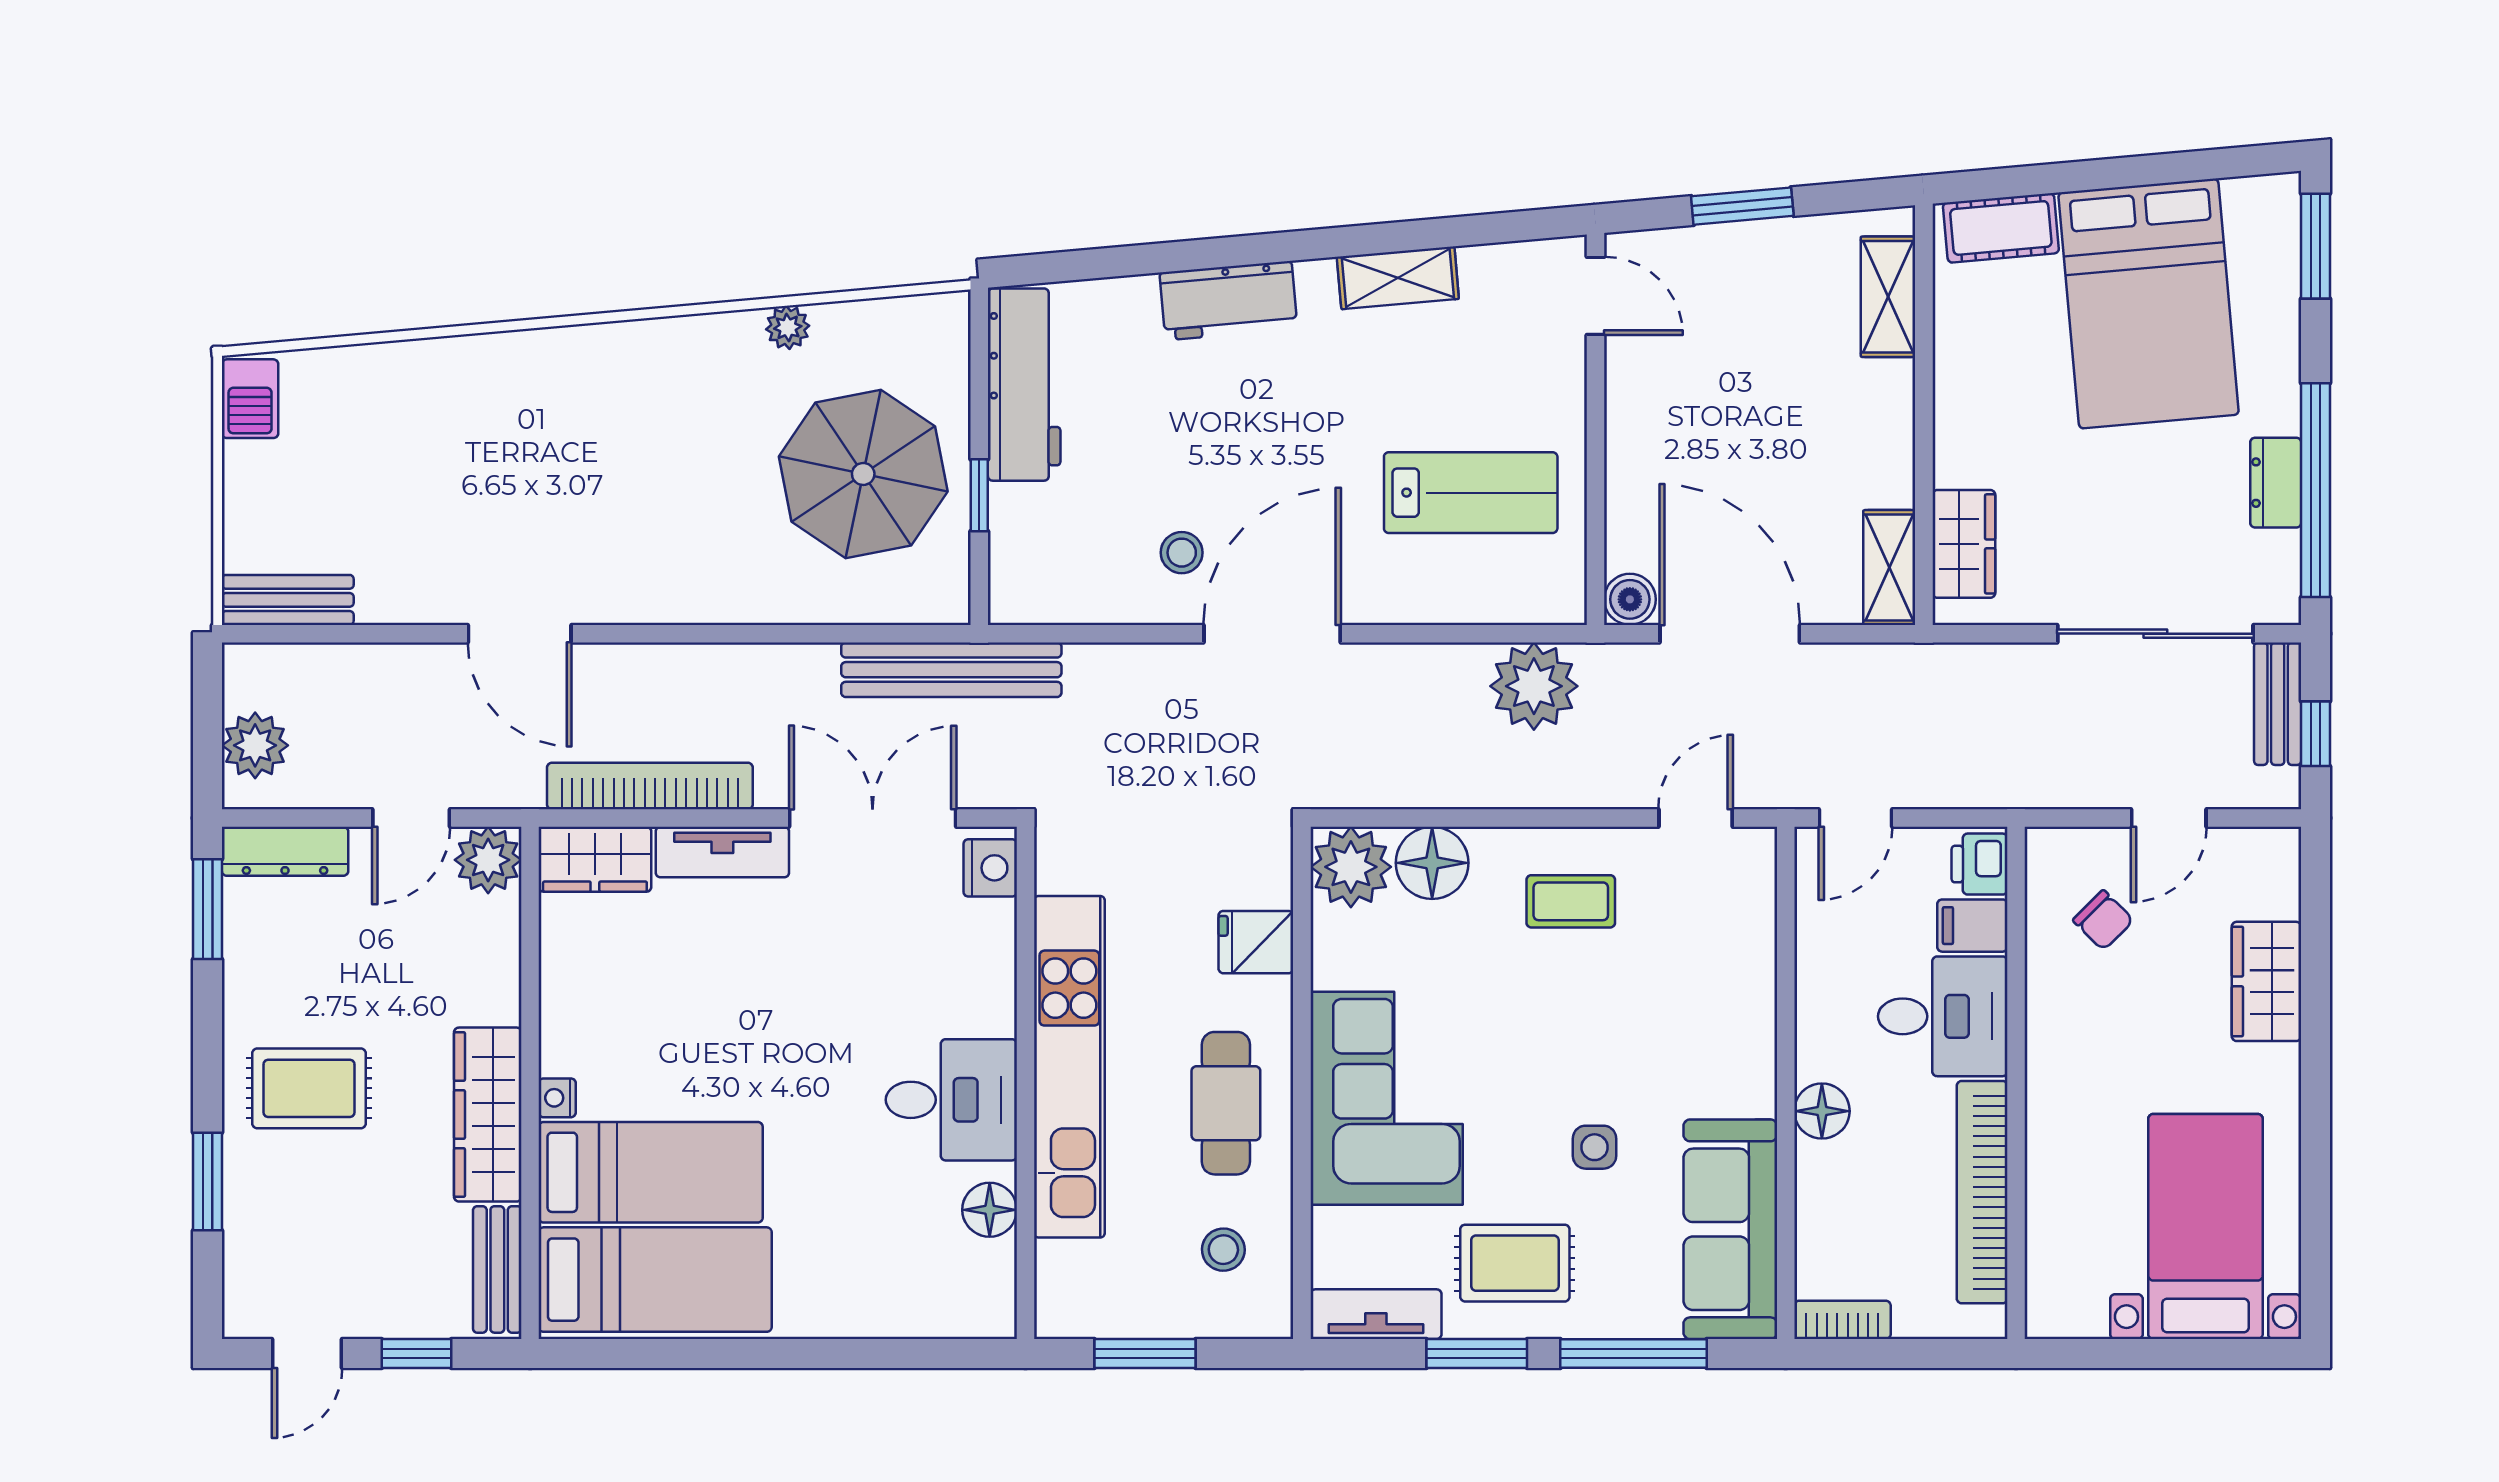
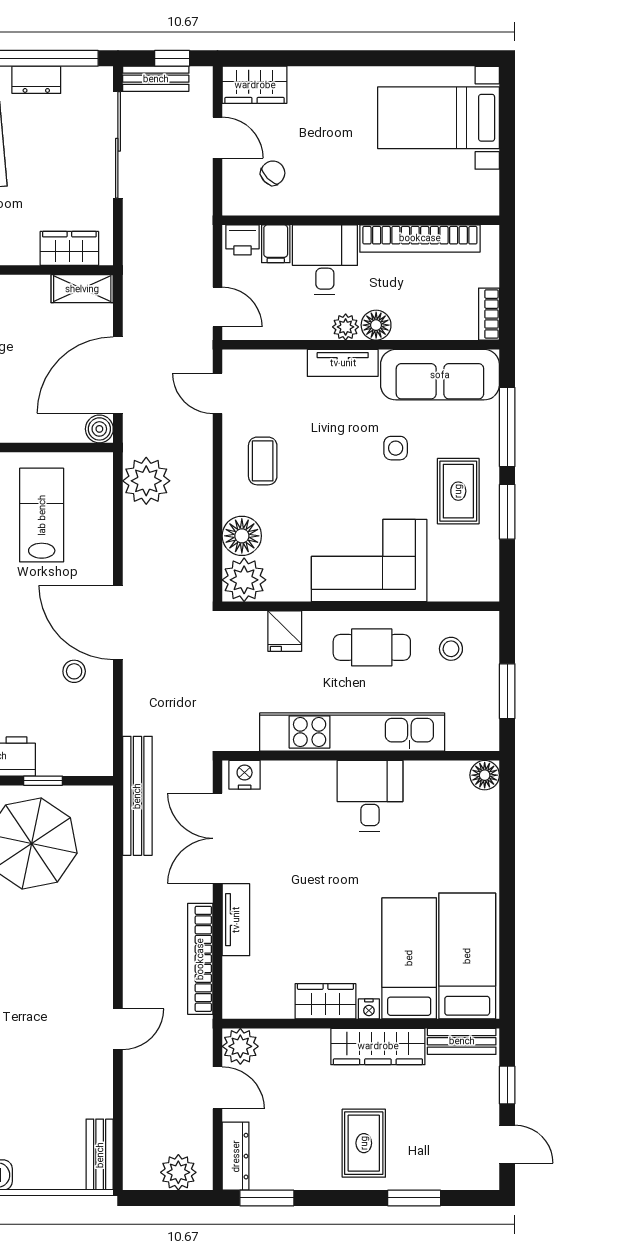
door: (520, 634) -> (118, 1029), width x0.73
wardrobe: (595, 859) -> (325, 1001), moved, turned -90
wardrobe: (2266, 981) -> (255, 85), moved
plant: (1819, 1055) -> (346, 327), added
floor lamp: (990, 1210) -> (485, 775), moved
tv unit: (1376, 1314) -> (343, 363), moved, turned -90

